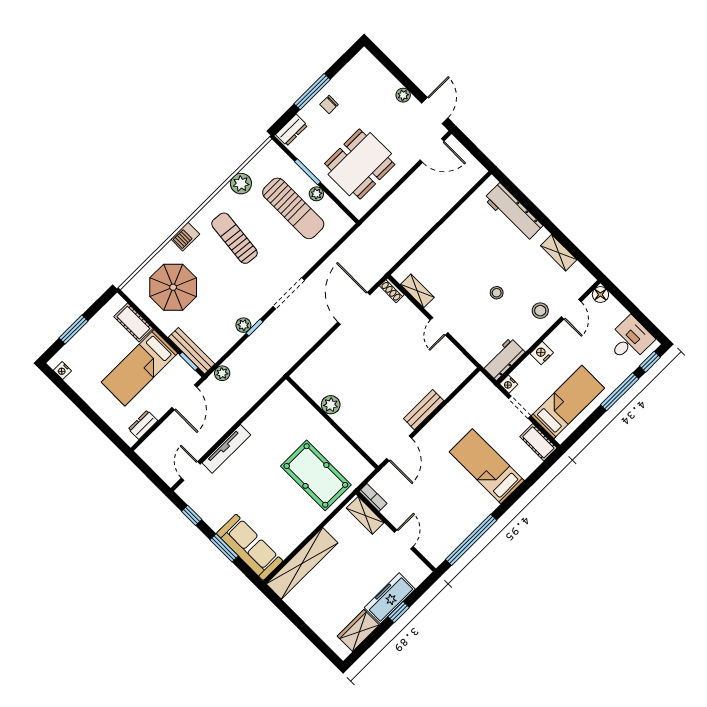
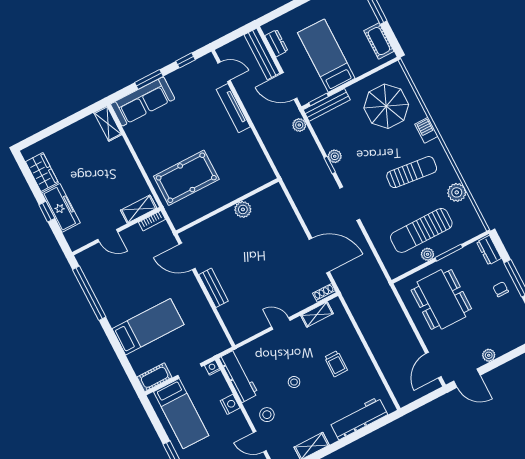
trolley: (463, 254) -> (336, 364), added
cot: (133, 323) -> (379, 41), moved, turned 90
workbench: (503, 359) -> (239, 376), width x1.38
bench: (159, 437) -> (262, 54), added
shelving: (302, 563) -> (108, 124), width x0.45, depth x0.75

